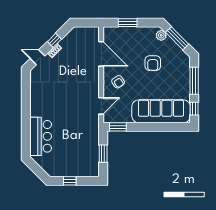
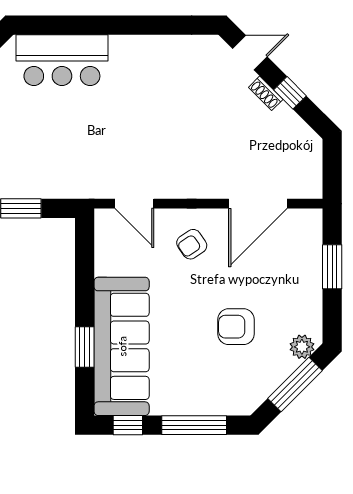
door: (37, 57) -> (250, 53), hinge flipped
window: (118, 127) -> (85, 347), moved

